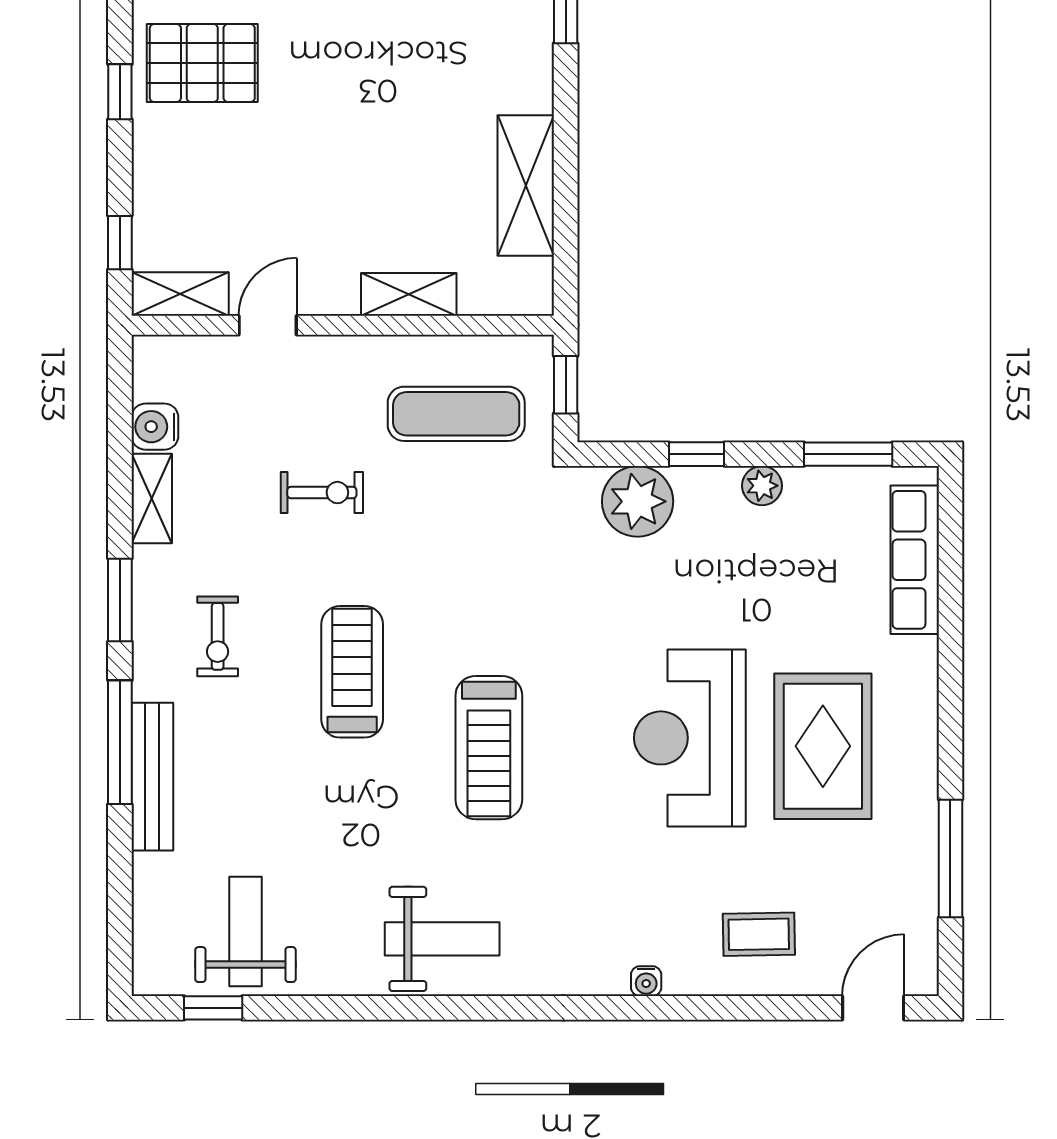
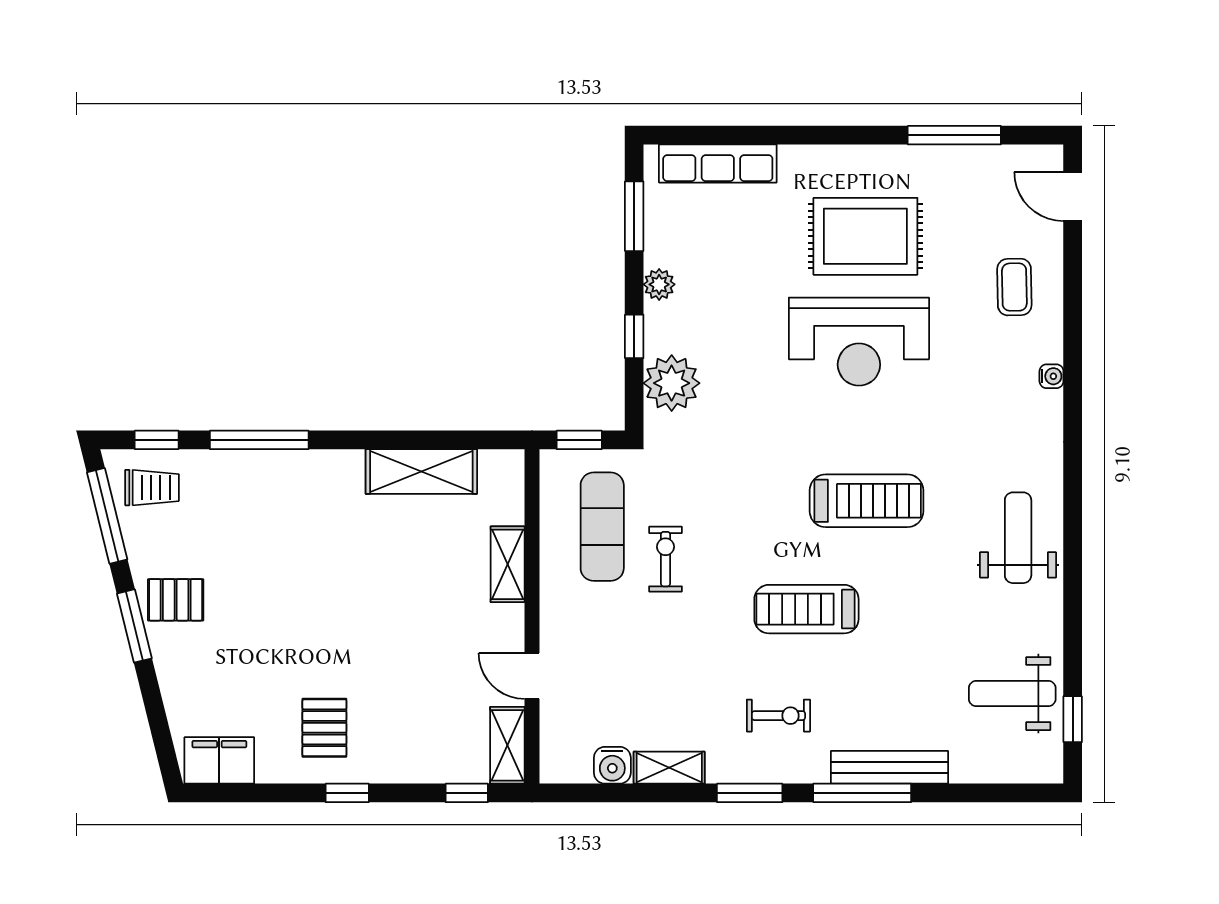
pallet: (202, 63) -> (324, 728), width x0.67, depth x0.71
exercise bike: (322, 493) -> (665, 559), moved

